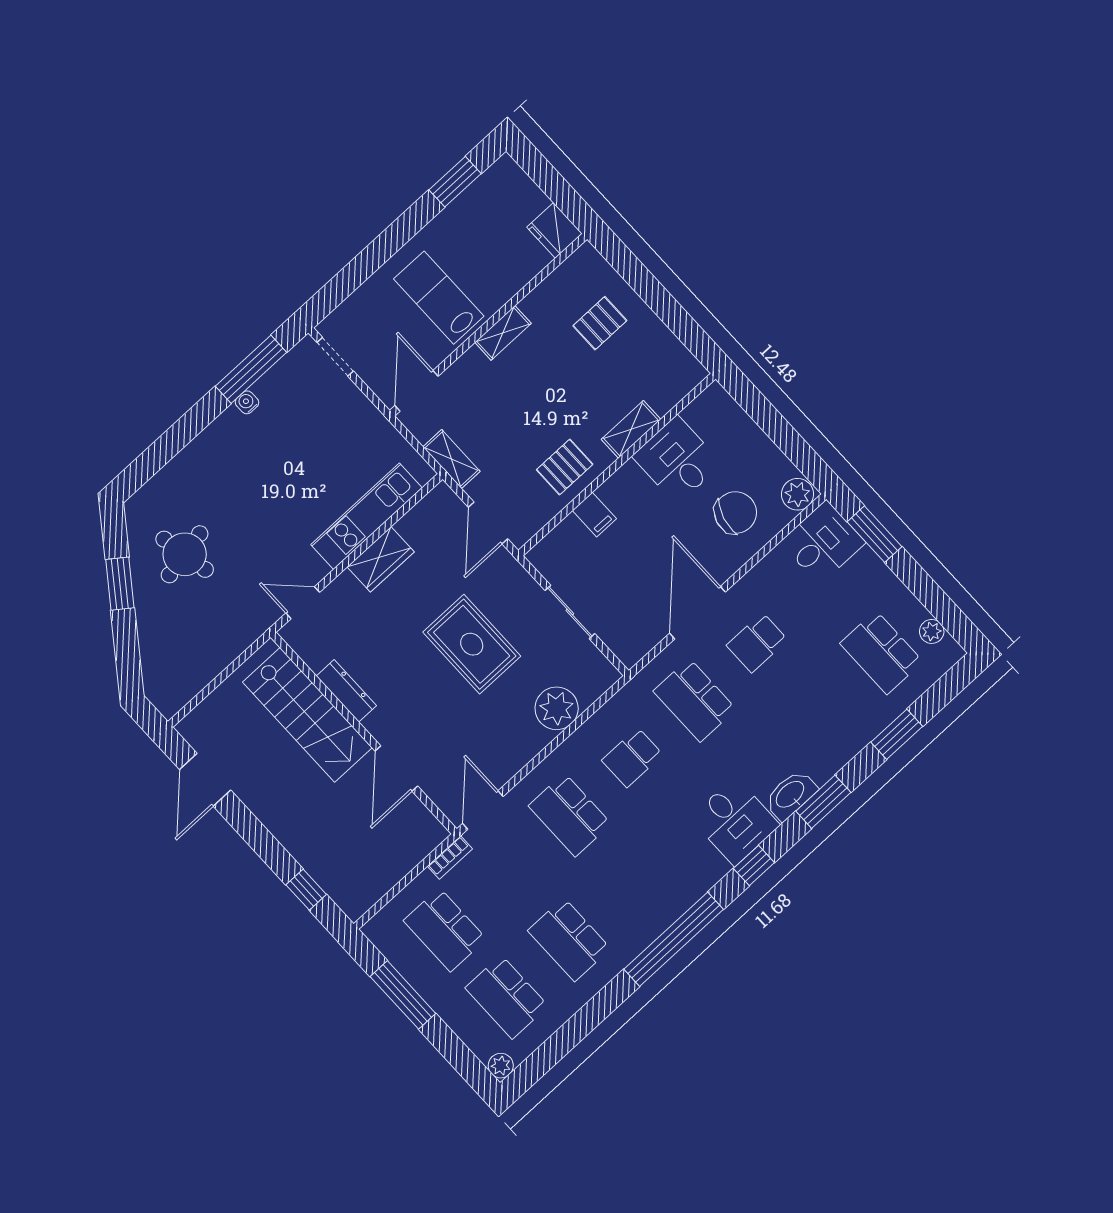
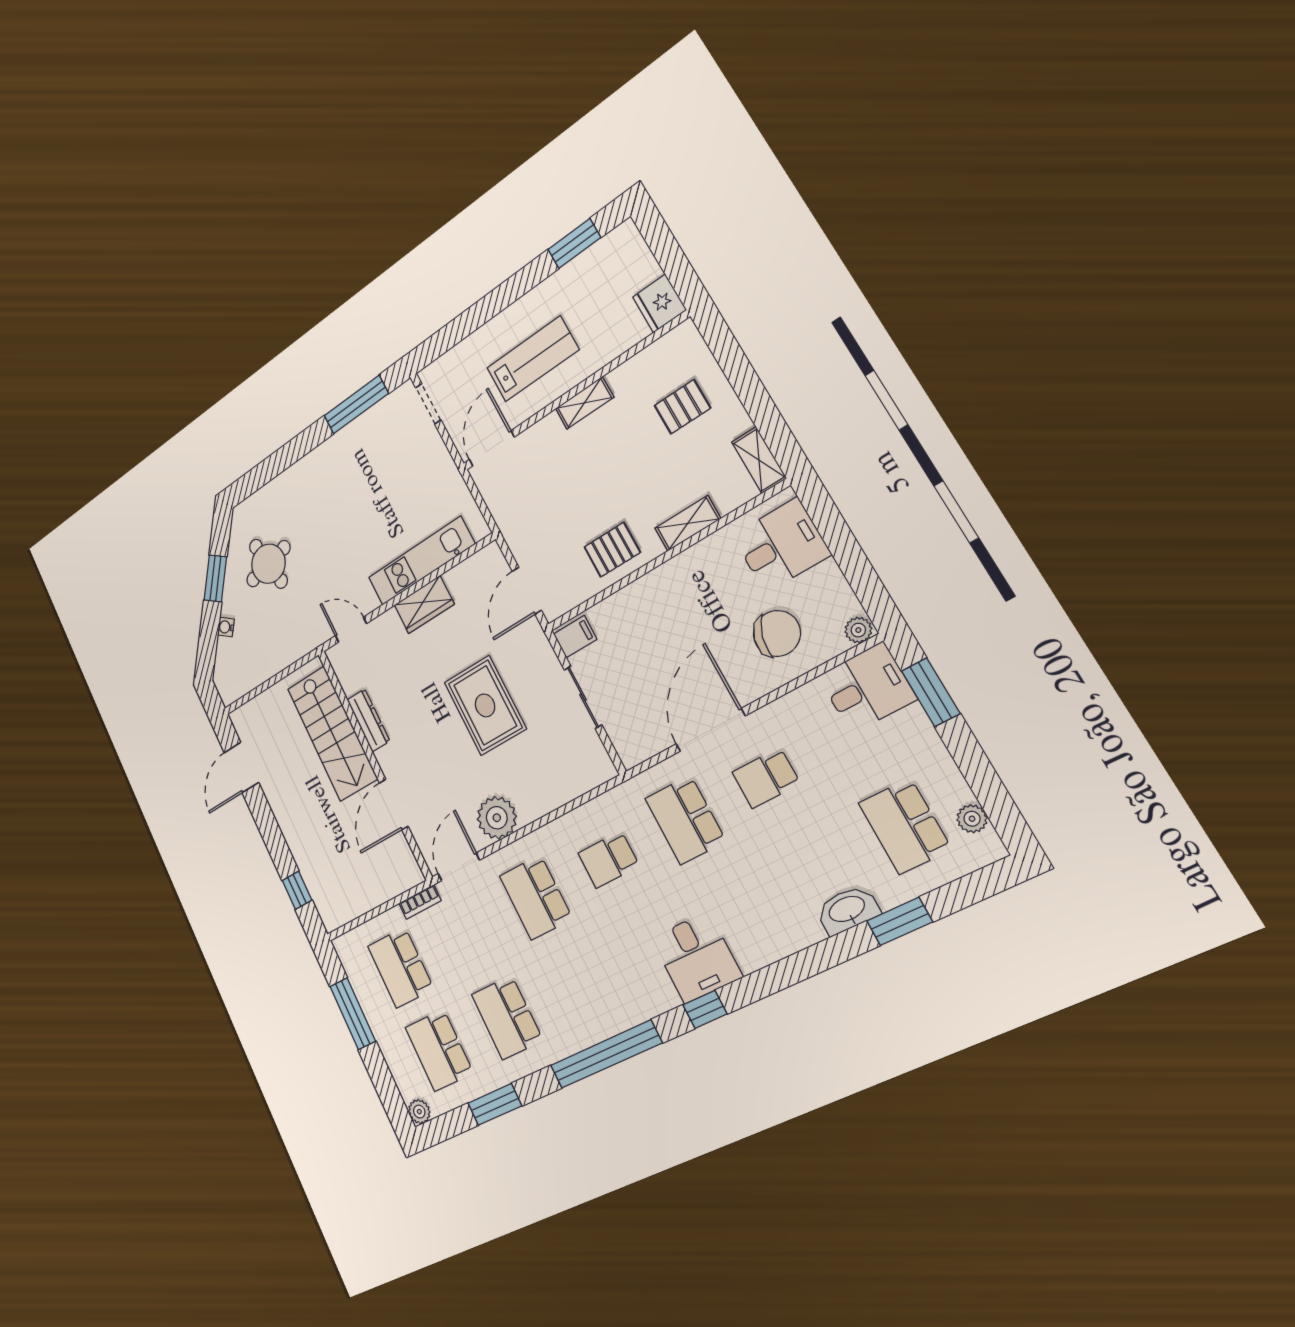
lab bench: (439, 298) -> (533, 359), turned 90
water cooler: (247, 402) -> (226, 627), moved, turned -53
shelving: (451, 459) -> (759, 460), moved
desk: (677, 460) -> (781, 545), moved, turned 90
plant: (798, 494) -> (858, 630), width x0.73, depth x0.73
filing cabinet: (594, 515) -> (575, 637), moved, turned -90
plant: (557, 708) -> (497, 818), moved
washbasin: (791, 795) -> (847, 910), moved
window: (823, 802) -> (495, 1104), moved

